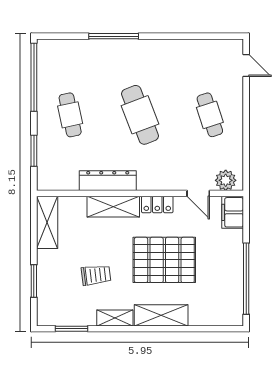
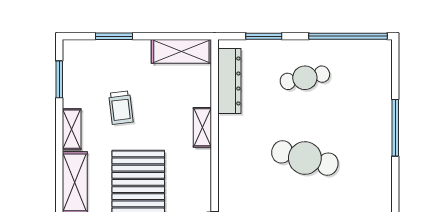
cafe table: (140, 115) -> (305, 158), turned 36
dresser: (108, 181) -> (229, 81), moved
locker: (157, 205) -> (202, 178), removed
shelving: (113, 207) -> (202, 127), width x0.67, depth x0.75

